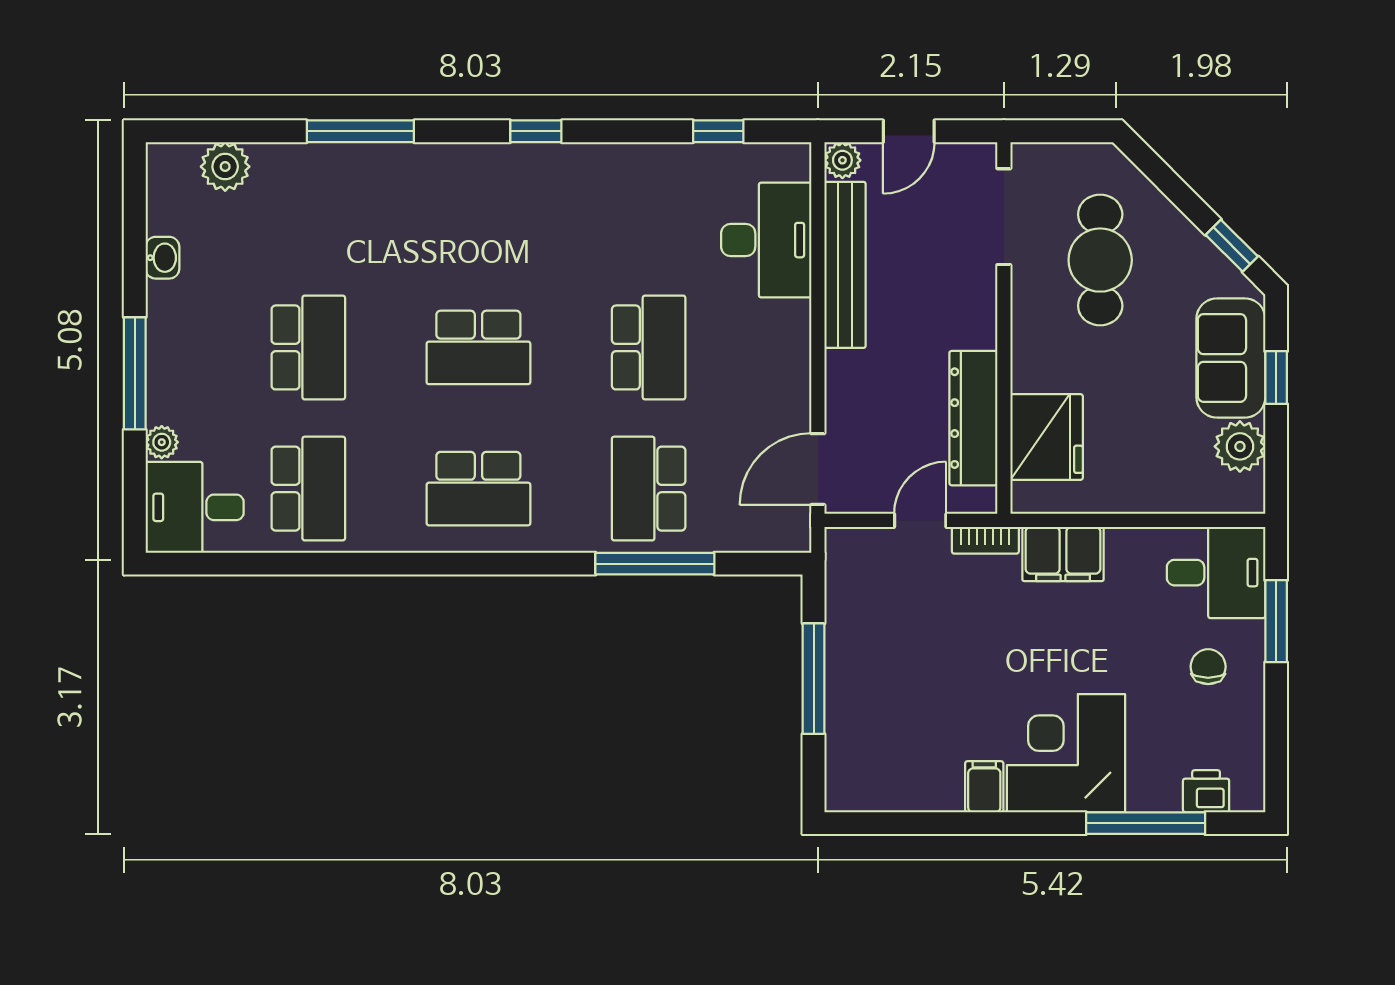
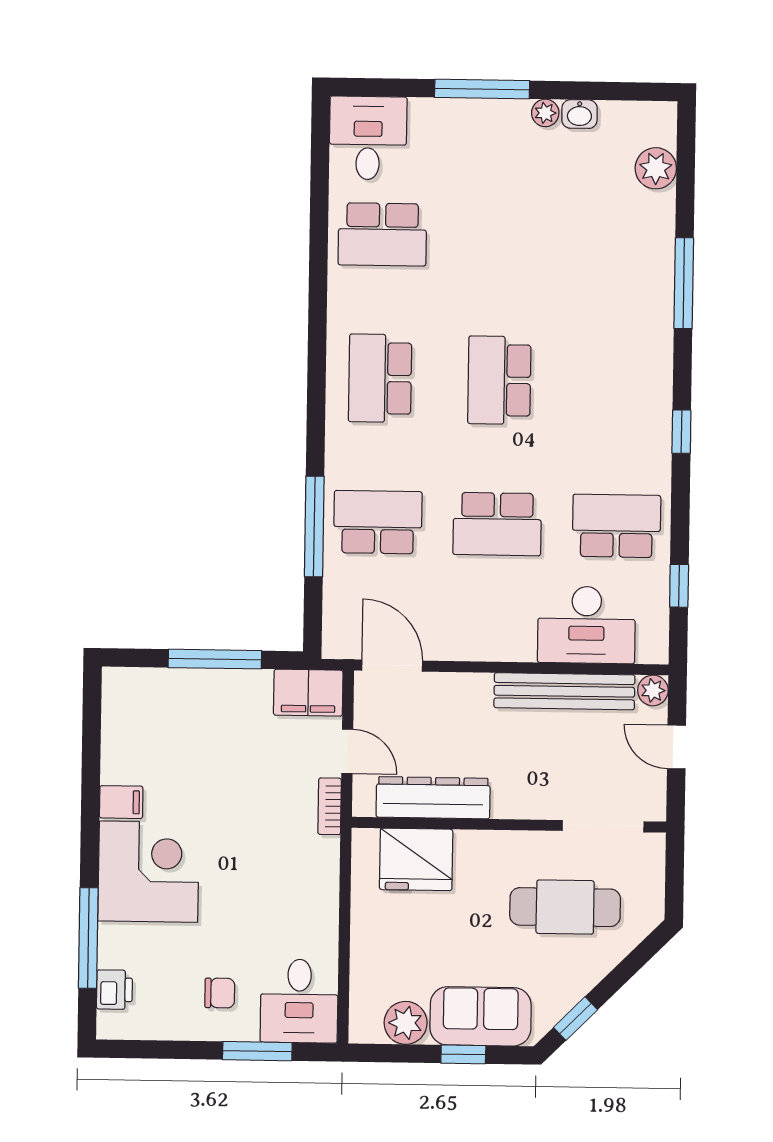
school desk: (308, 347) -> (616, 526), moved, turned 180
plant: (162, 442) -> (545, 113), moved
filing cabinet: (1063, 554) -> (308, 693), moved, turned -90

